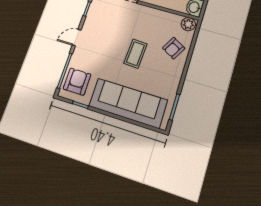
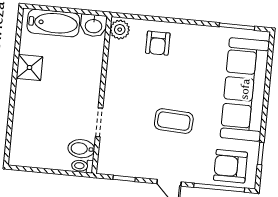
armchair: (174, 48) -> (158, 43), turned 61
coffee table: (135, 54) -> (174, 121), moved

